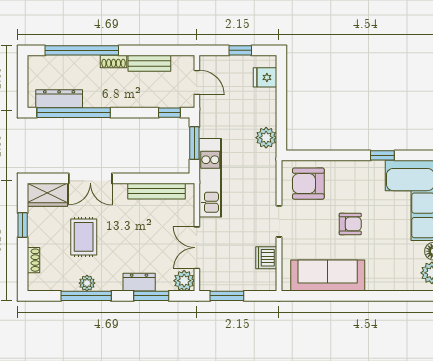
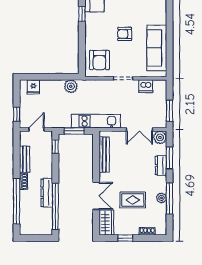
window: (240, 50) -> (17, 114), moved
dresser: (59, 99) -> (47, 193), moved
armchair: (350, 224) -> (125, 34), turned -90

